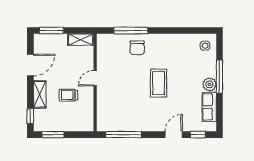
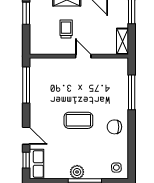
chair: (137, 48) -> (114, 127), moved
row of seats: (209, 107) -> (37, 164), moved, turned 90

